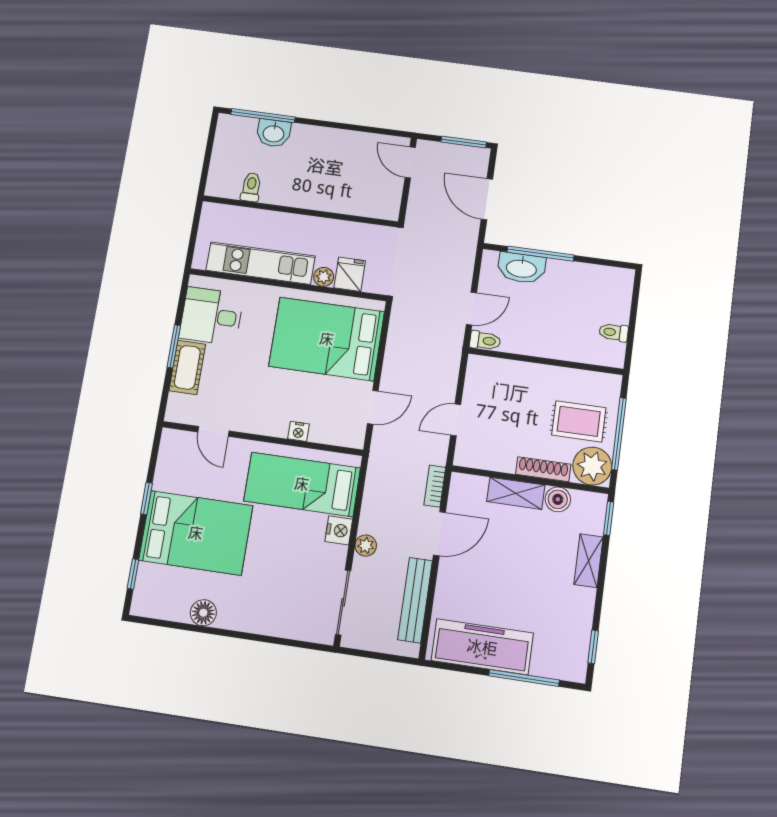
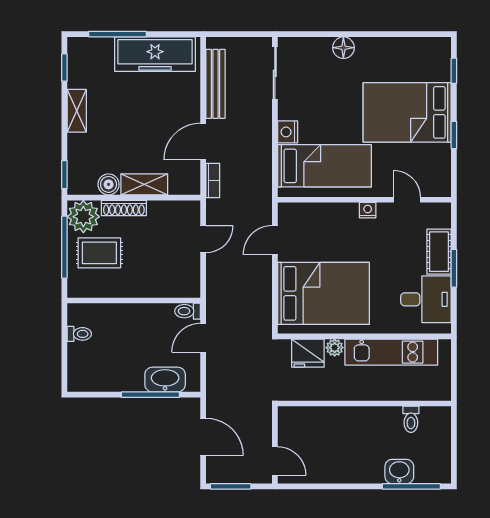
fridge: (350, 274) -> (308, 353), width x1.38
nightstand: (298, 431) -> (368, 210), moved
plant: (366, 546) -> (263, 123), removed
shelving: (589, 561) -> (77, 111), moved
floor lamp: (203, 613) -> (343, 48), moved

